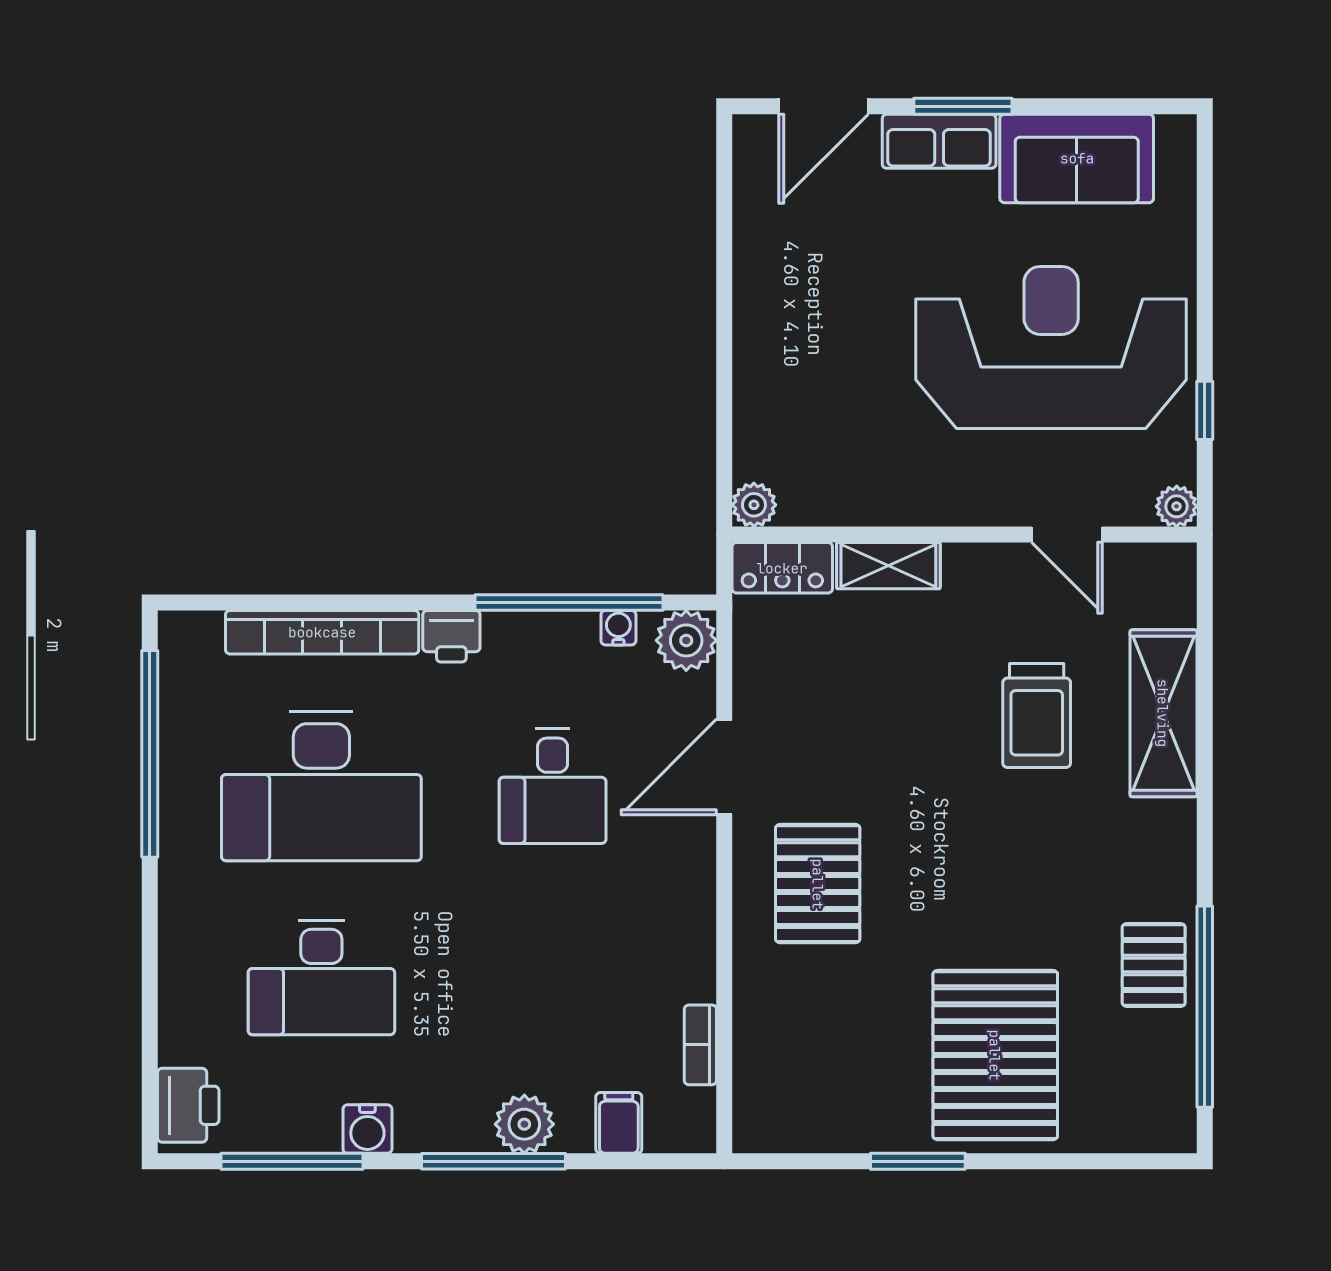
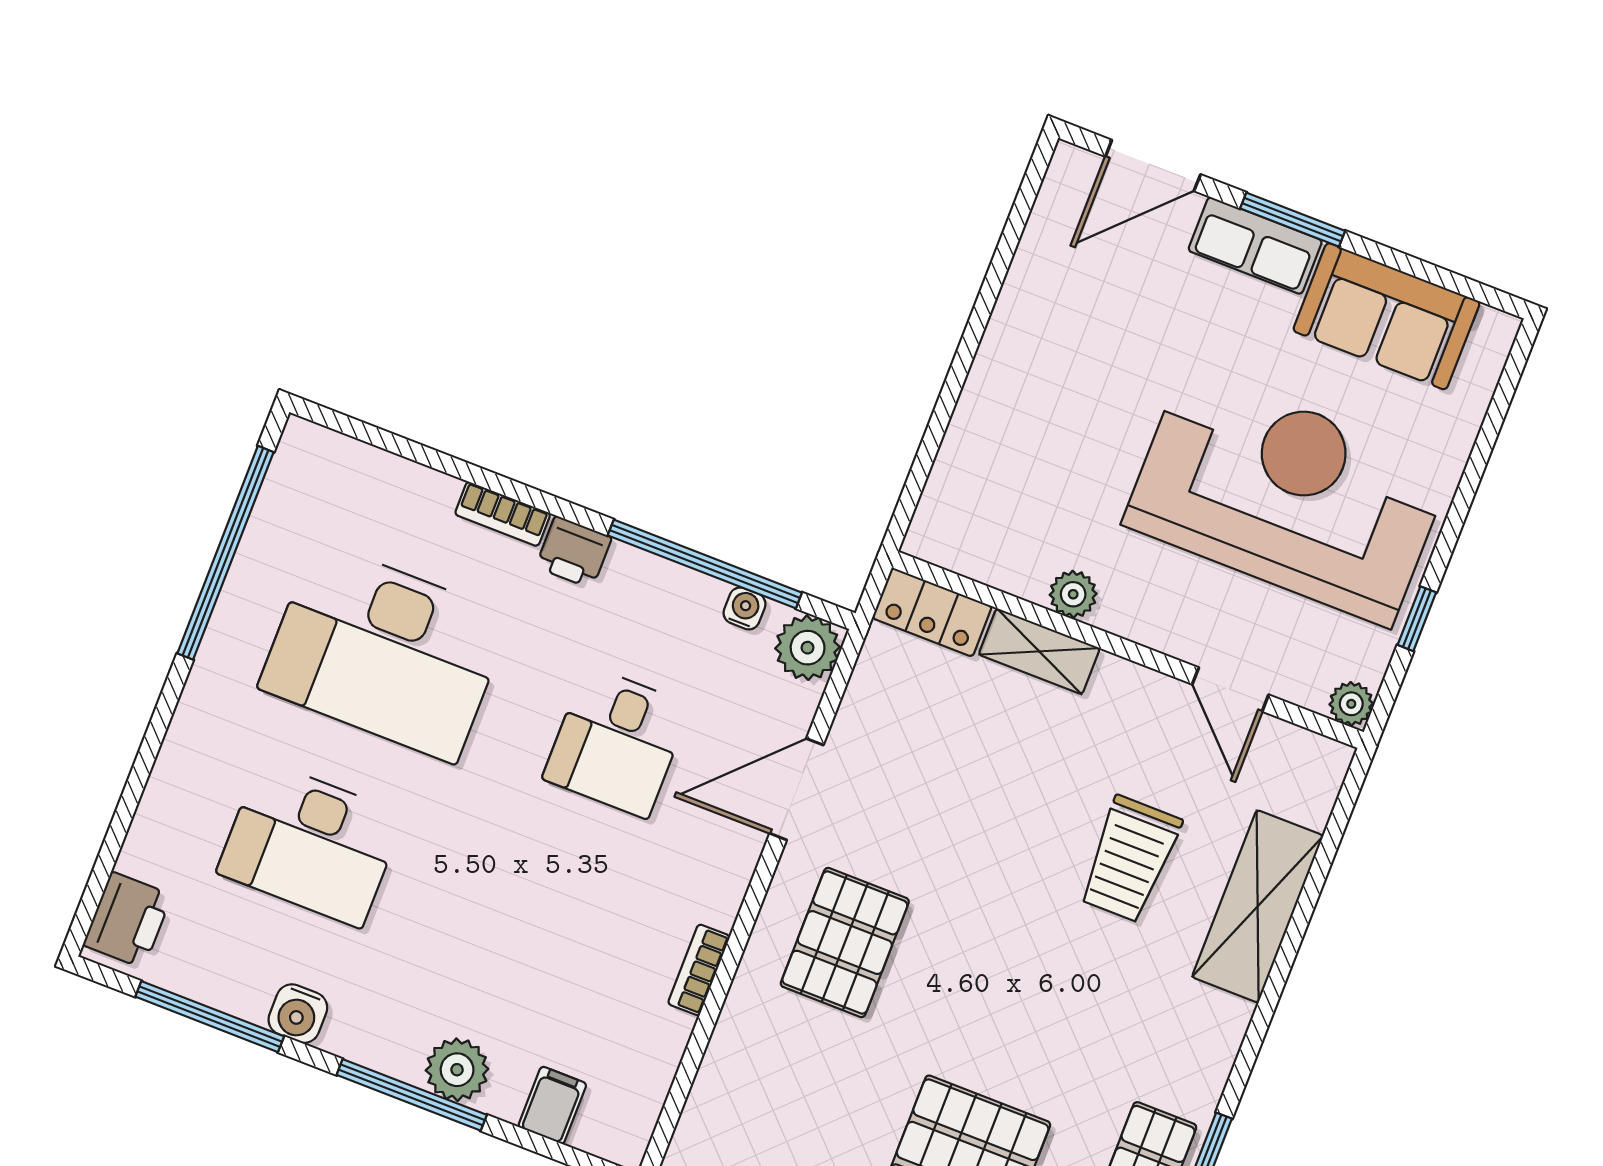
plant: (754, 505) -> (1073, 594), moved
bookcase: (322, 632) -> (503, 514), width x0.43, depth x0.76
bookcase: (700, 1045) -> (699, 970), moved

